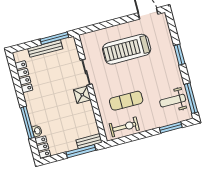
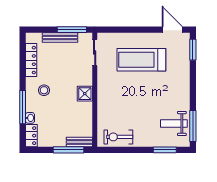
window: (179, 55) -> (193, 50), moved
sliding door: (86, 72) -> (95, 52), moved
exercise mat: (126, 101) -> (127, 111), removed
stool: (43, 102) -> (44, 90), added
exercise bike: (124, 127) -> (118, 137), turned 180

